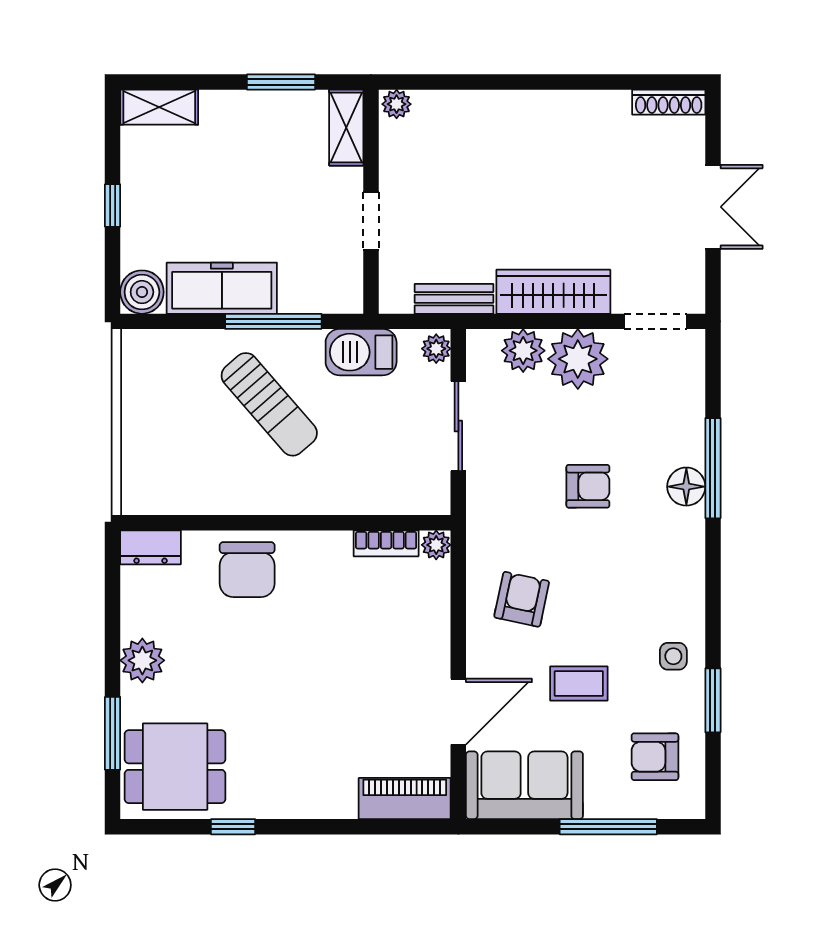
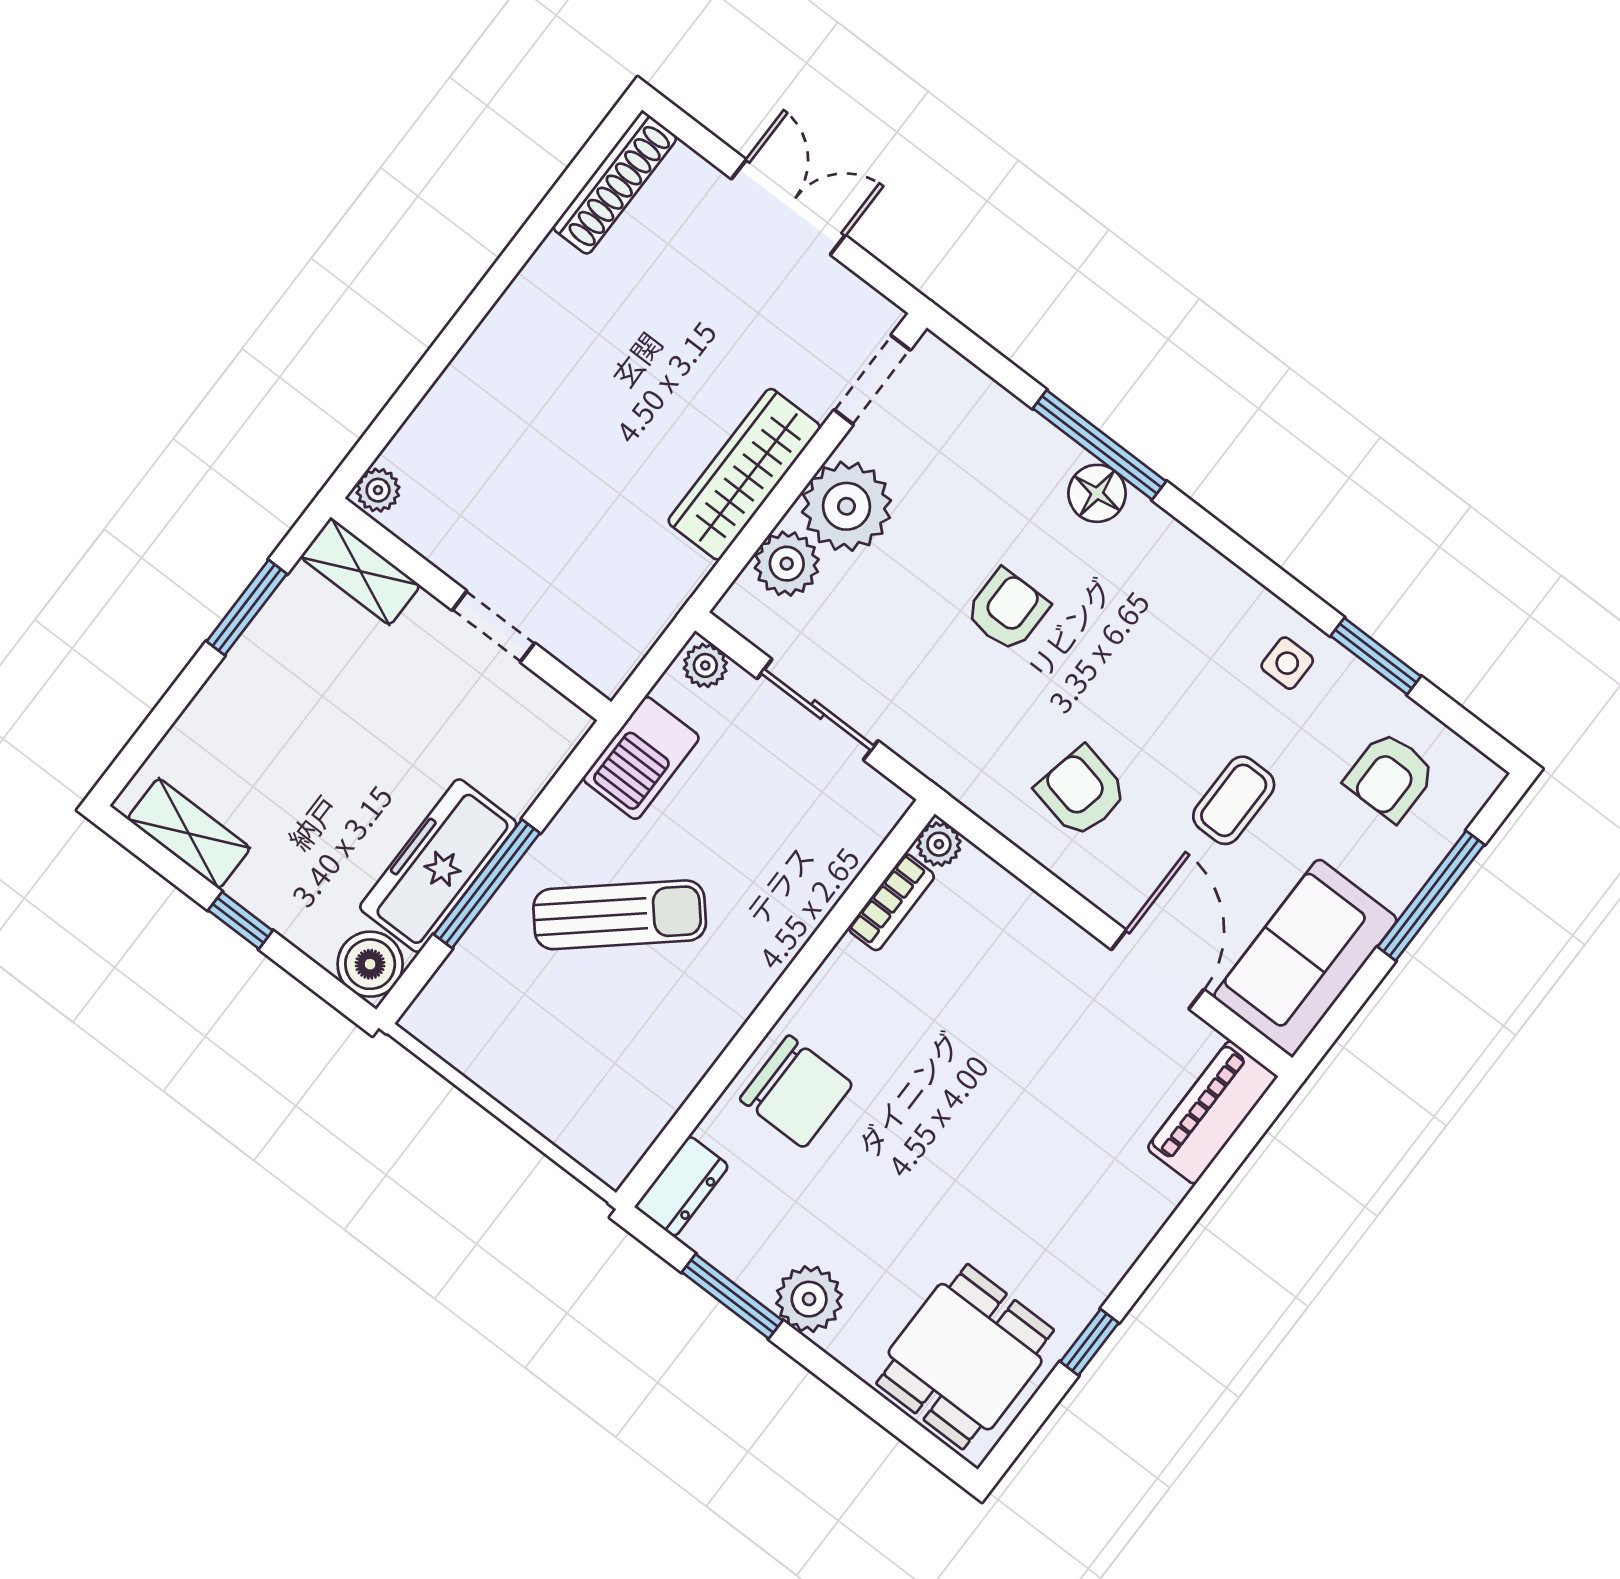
shoe rack: (669, 102) -> (615, 183), width x1.36, depth x1.24
shelving: (159, 107) -> (189, 833), moved, turned 90
bench: (454, 299) -> (662, 599), removed
window: (273, 321) -> (487, 884), moved
window: (113, 733) -> (732, 1296), moved

